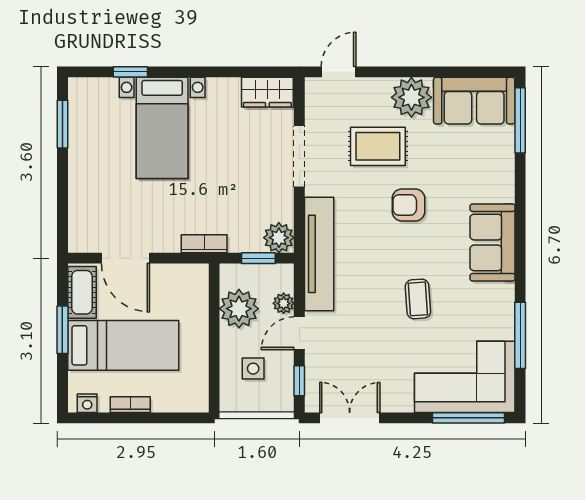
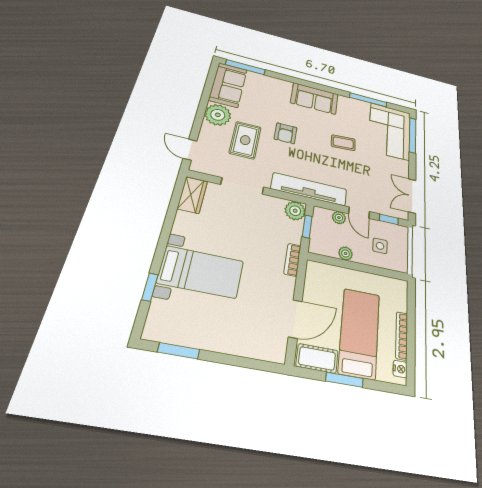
plant: (239, 309) -> (346, 253), width x0.53, depth x0.53
bookcase: (130, 405) -> (402, 336), width x1.56

